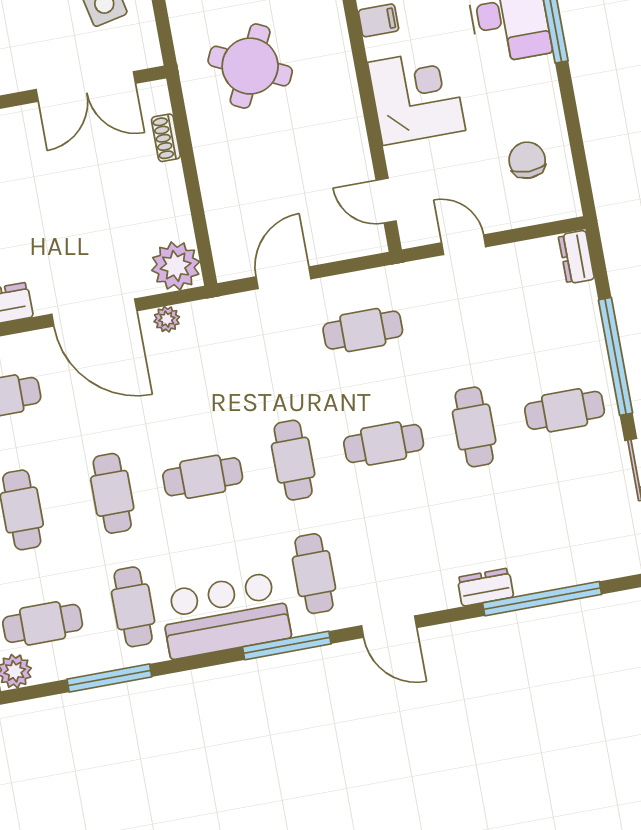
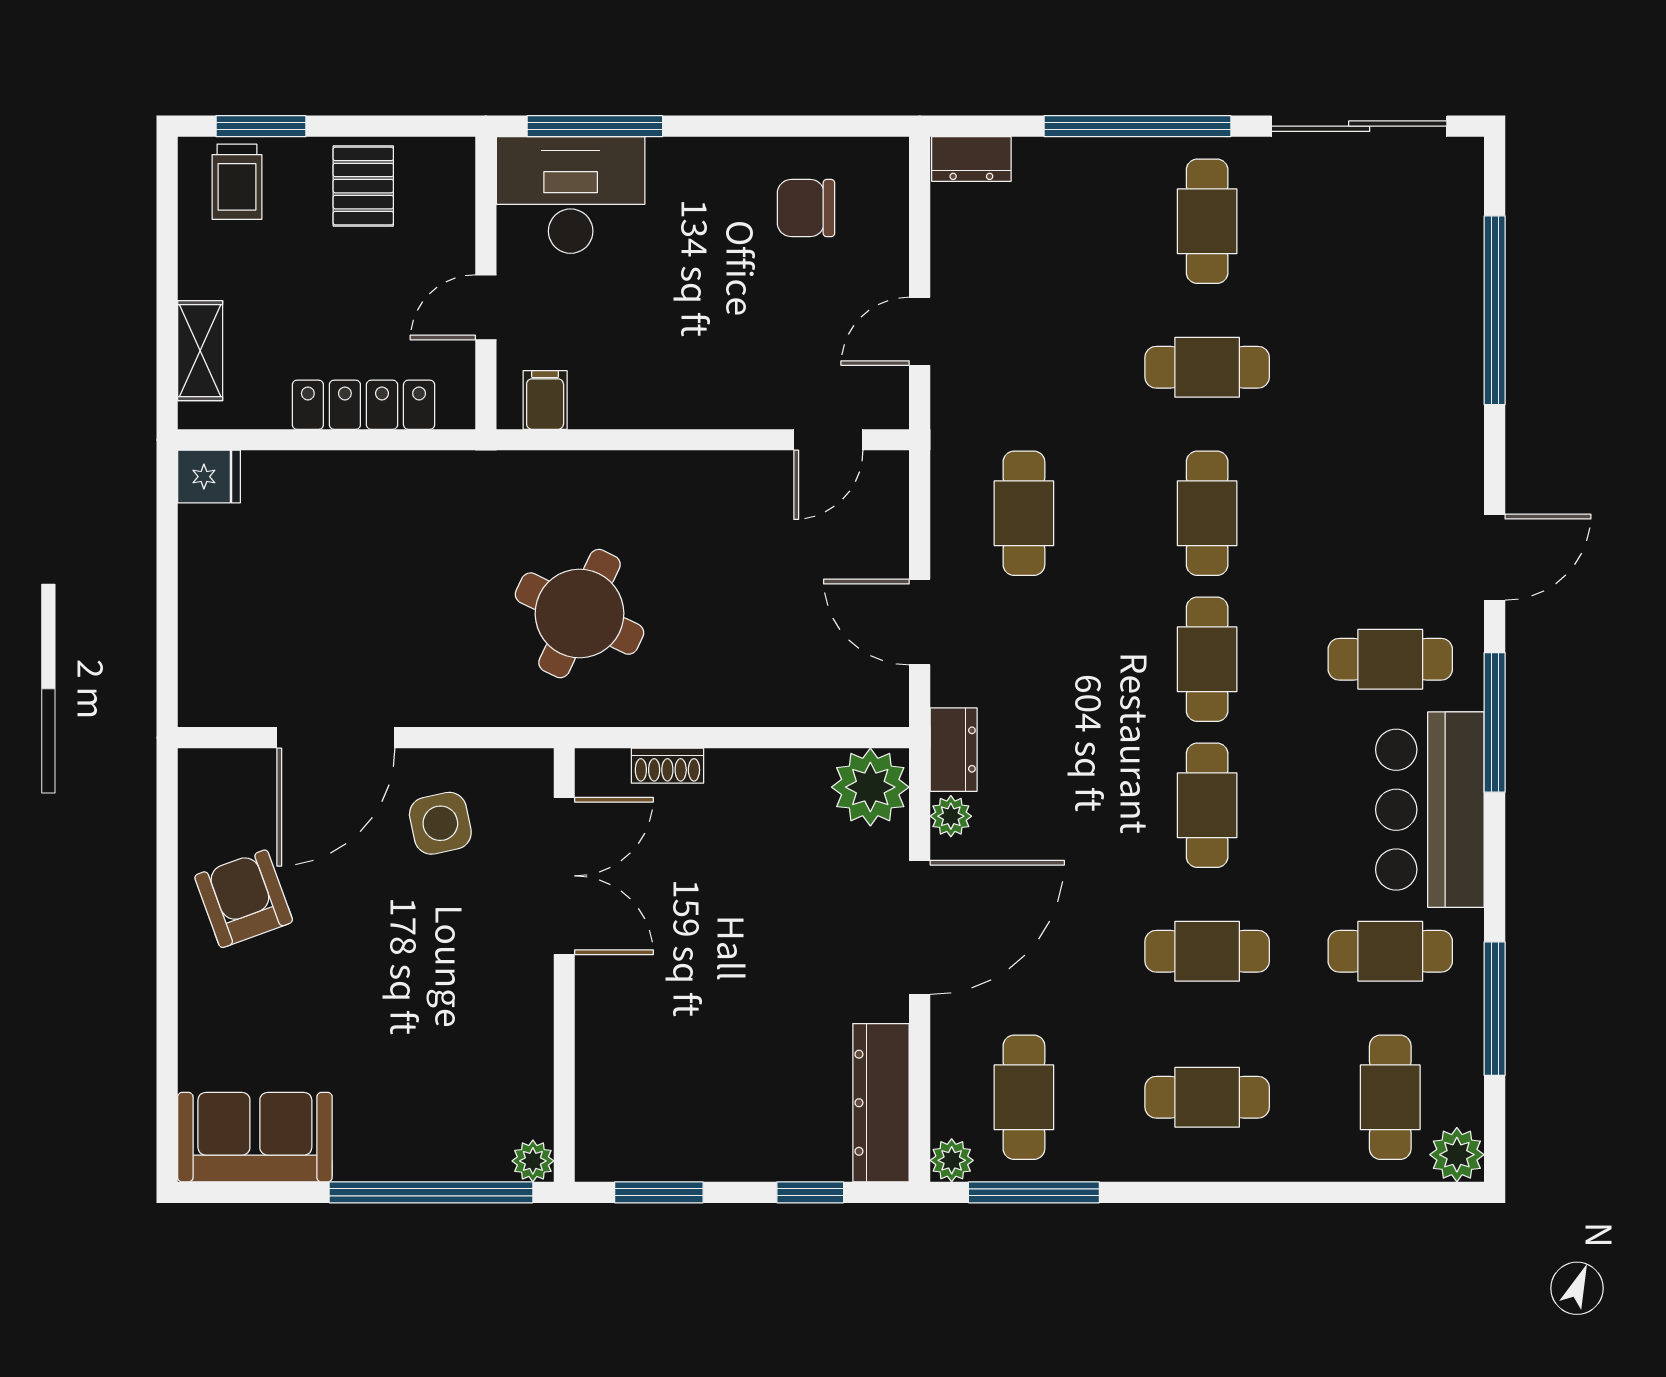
corner desk: (417, 96) -> (675, 362), removed
cafe table: (293, 460) -> (1207, 659), turned 90
dresser: (485, 587) -> (954, 750), moved, turned 180

